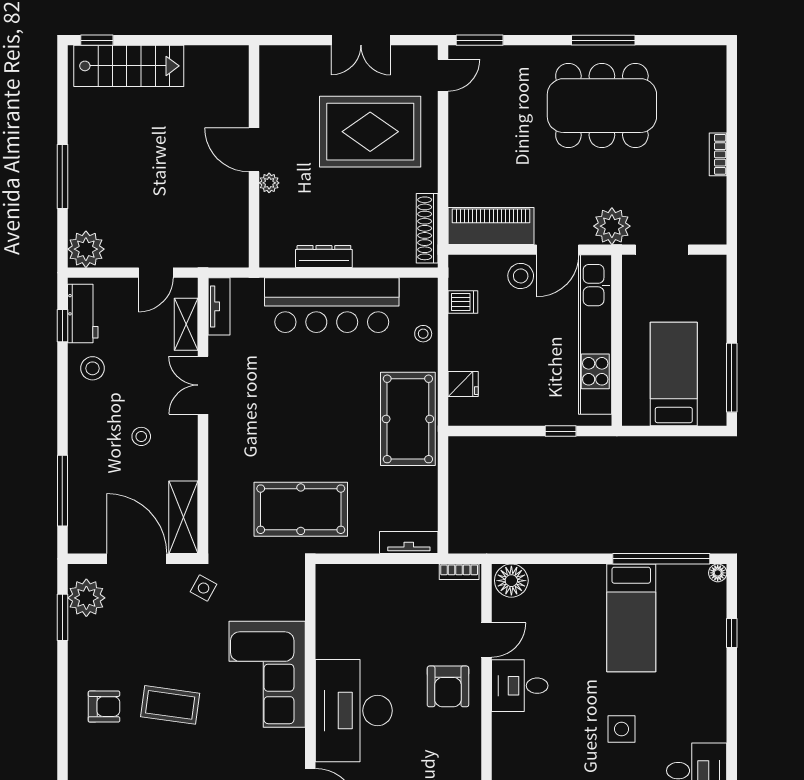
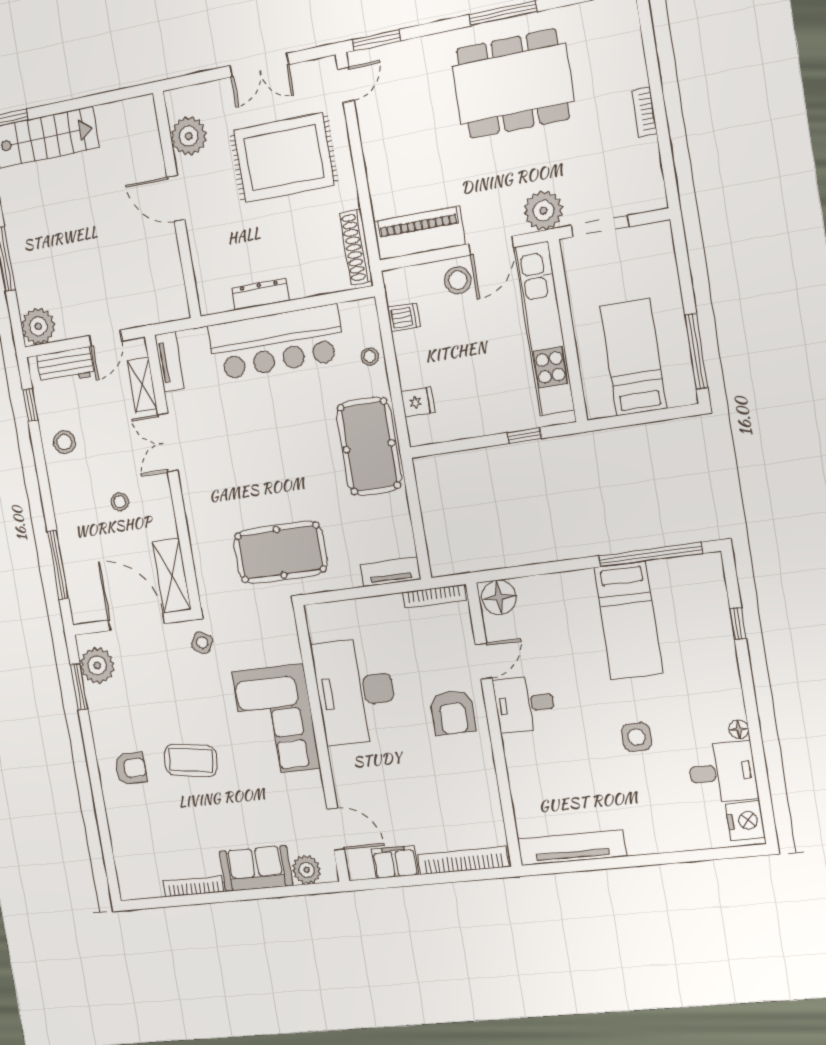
plant: (269, 183) -> (189, 136), moved, width x1.87, depth x1.87
workbench: (83, 314) -> (65, 366), moved, turned 90
bookcase: (459, 572) -> (434, 596), width x1.56
floor lamp: (718, 573) -> (739, 729), moved
desk: (354, 711) -> (355, 691), moved

